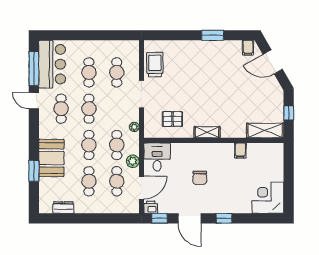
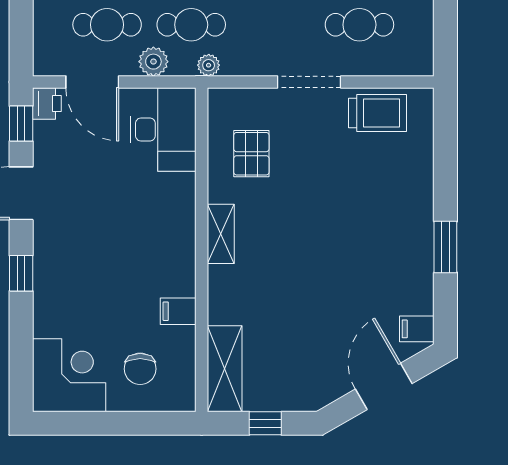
plant: (134, 127) -> (209, 65), moved
desk: (157, 157) -> (163, 130), width x1.37
chair: (200, 178) -> (140, 369), moved, turned -90

